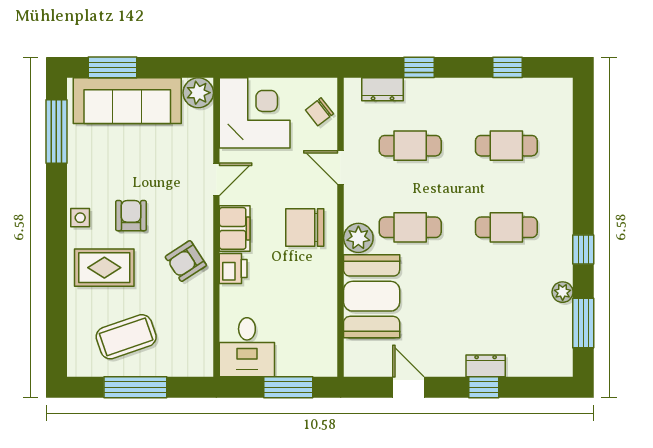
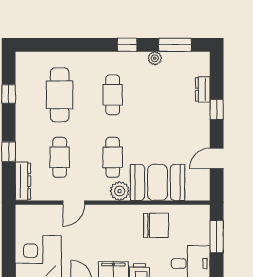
dresser: (383, 89) -> (23, 181), width x1.44
chair: (319, 112) -> (38, 216), removed
cafe table: (506, 146) -> (60, 95), width x1.37, depth x1.35
chair: (305, 227) -> (156, 225), moved, turned -90
dresser: (486, 366) -> (203, 89), moved

